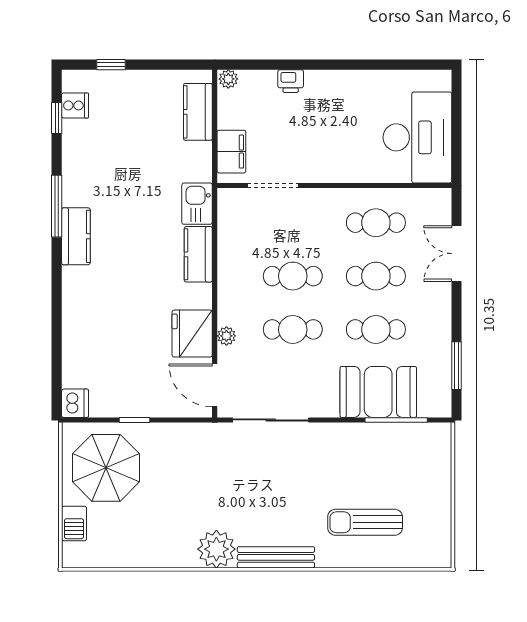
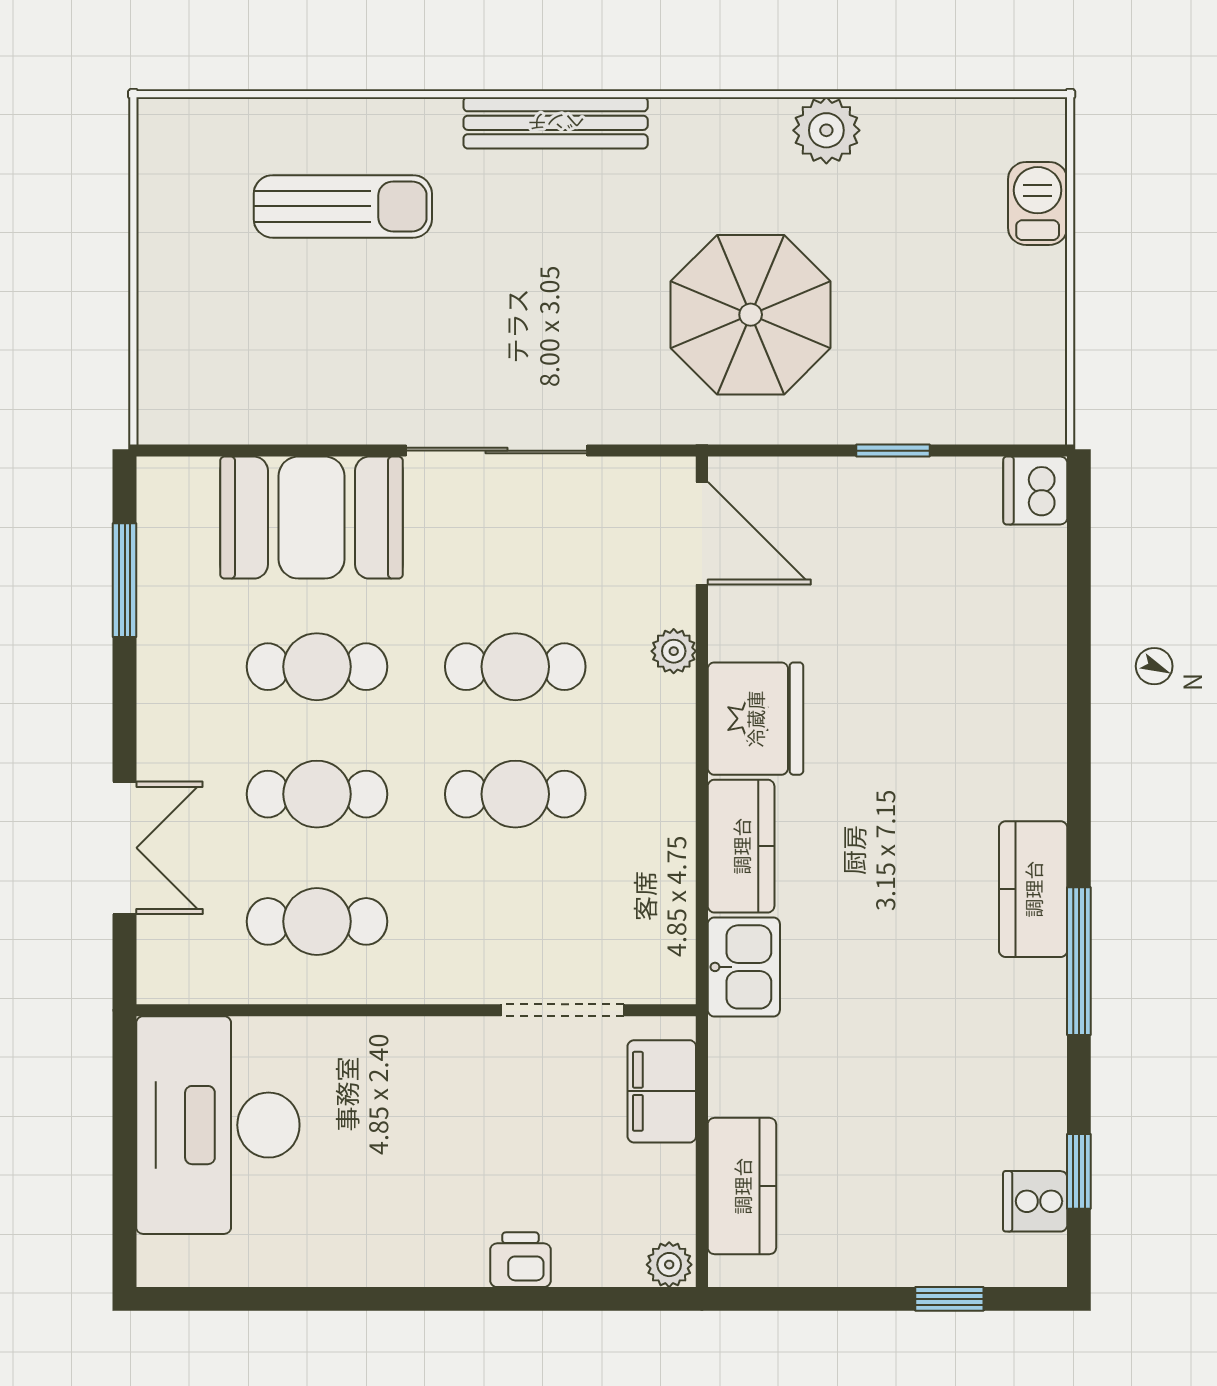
fridge: (192, 334) -> (755, 719), moved
sliding door: (271, 420) -> (497, 451), moved
window: (396, 420) -> (269, 451), removed
parasol: (106, 468) -> (751, 315), moved
plant: (216, 549) -> (826, 130), moved, width x0.73, depth x0.73

